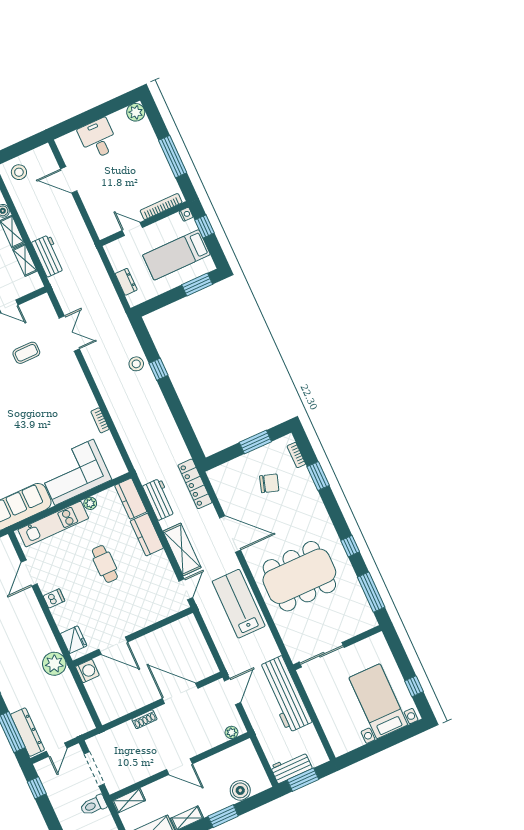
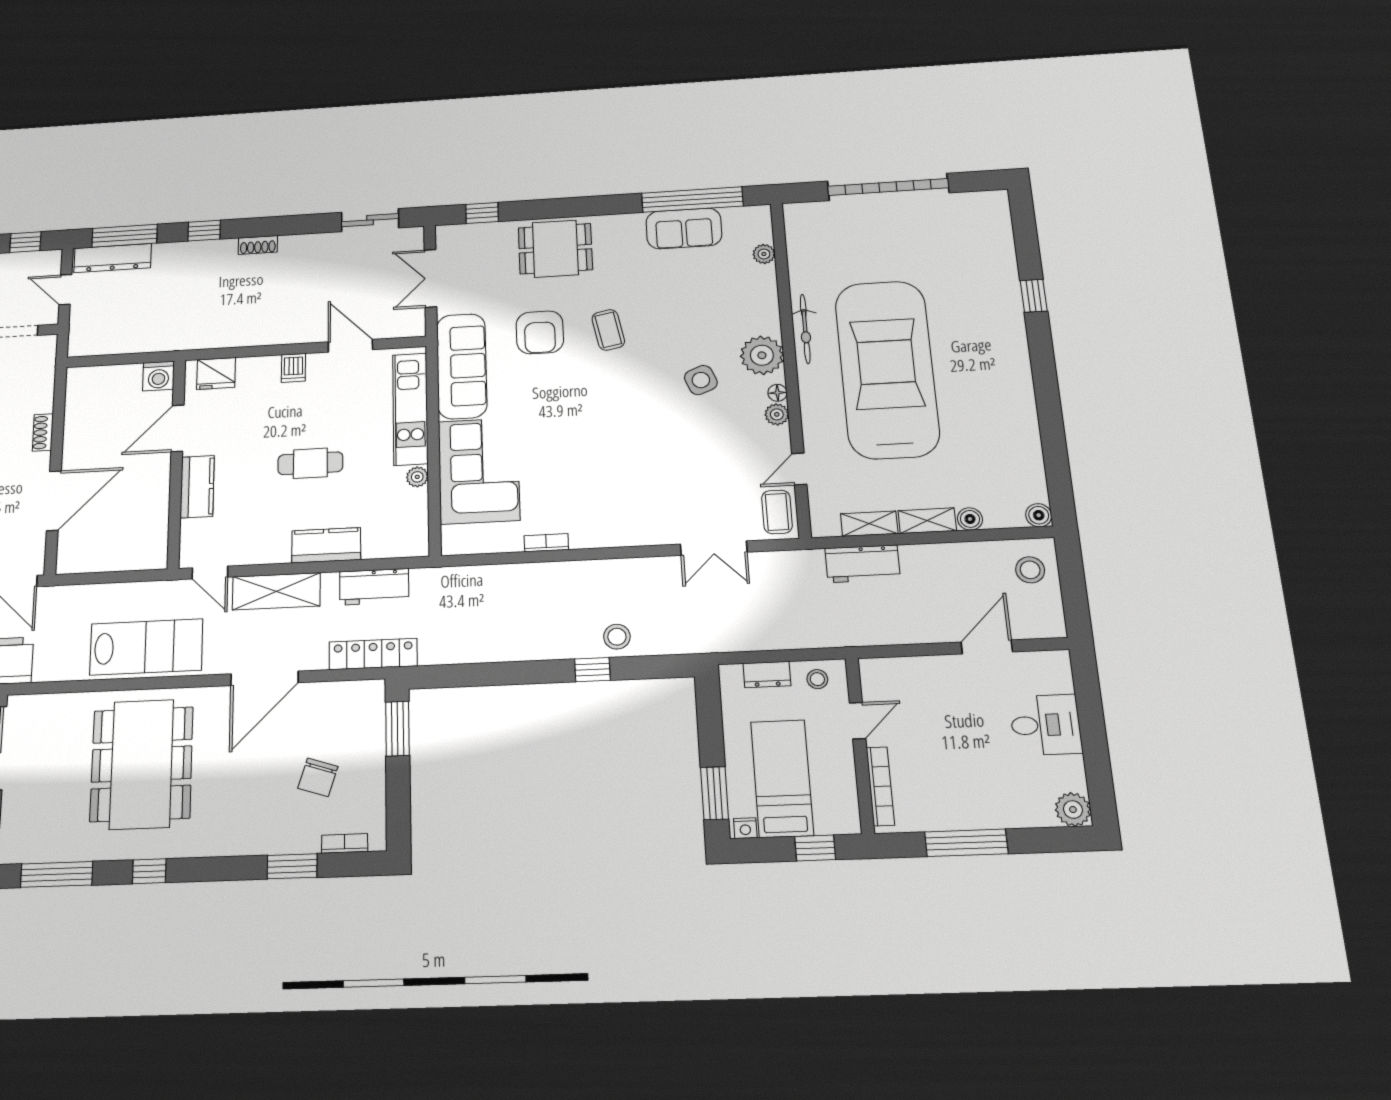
nightstand: (186, 214) -> (745, 828), moved
stool: (119, 256) -> (817, 679), added
coffee table: (26, 353) -> (777, 512), moved
window: (255, 442) -> (397, 729), moved
kitchen counter: (131, 499) -> (197, 487), moved, turned 90
plant: (54, 664) -> (194, 332), removed

